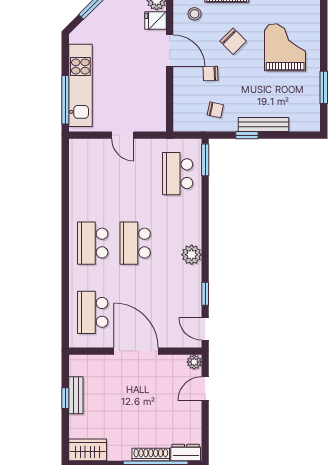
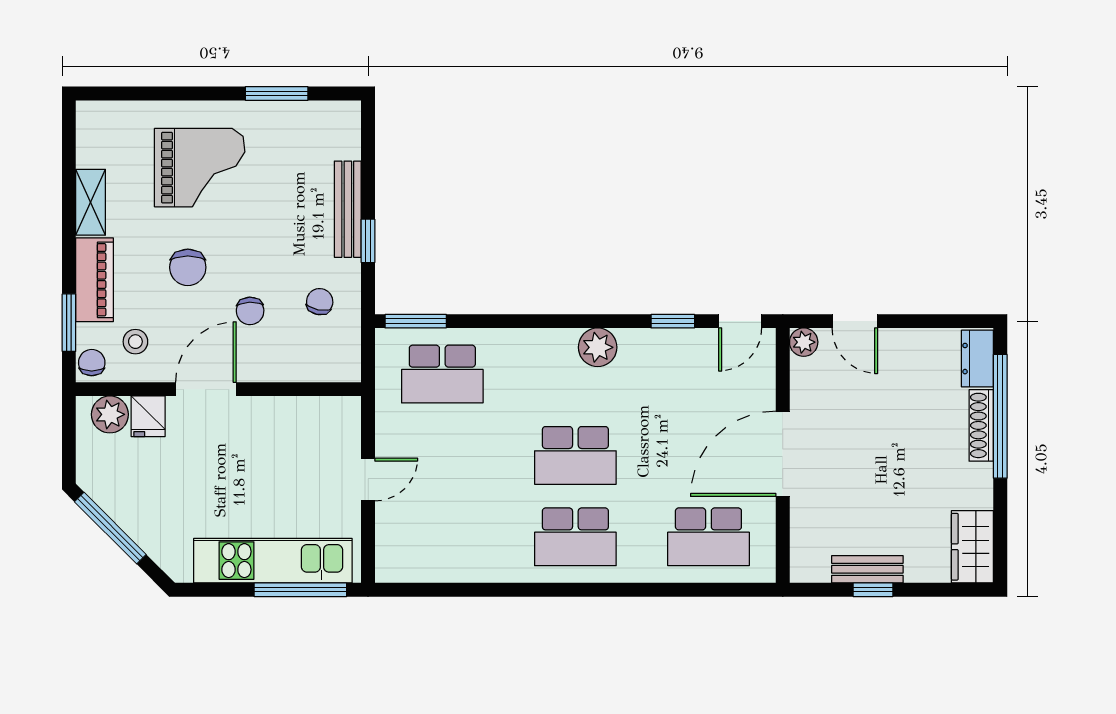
chair: (233, 41) -> (188, 267), turned 135
grand piano: (285, 47) -> (200, 168), turned 180

